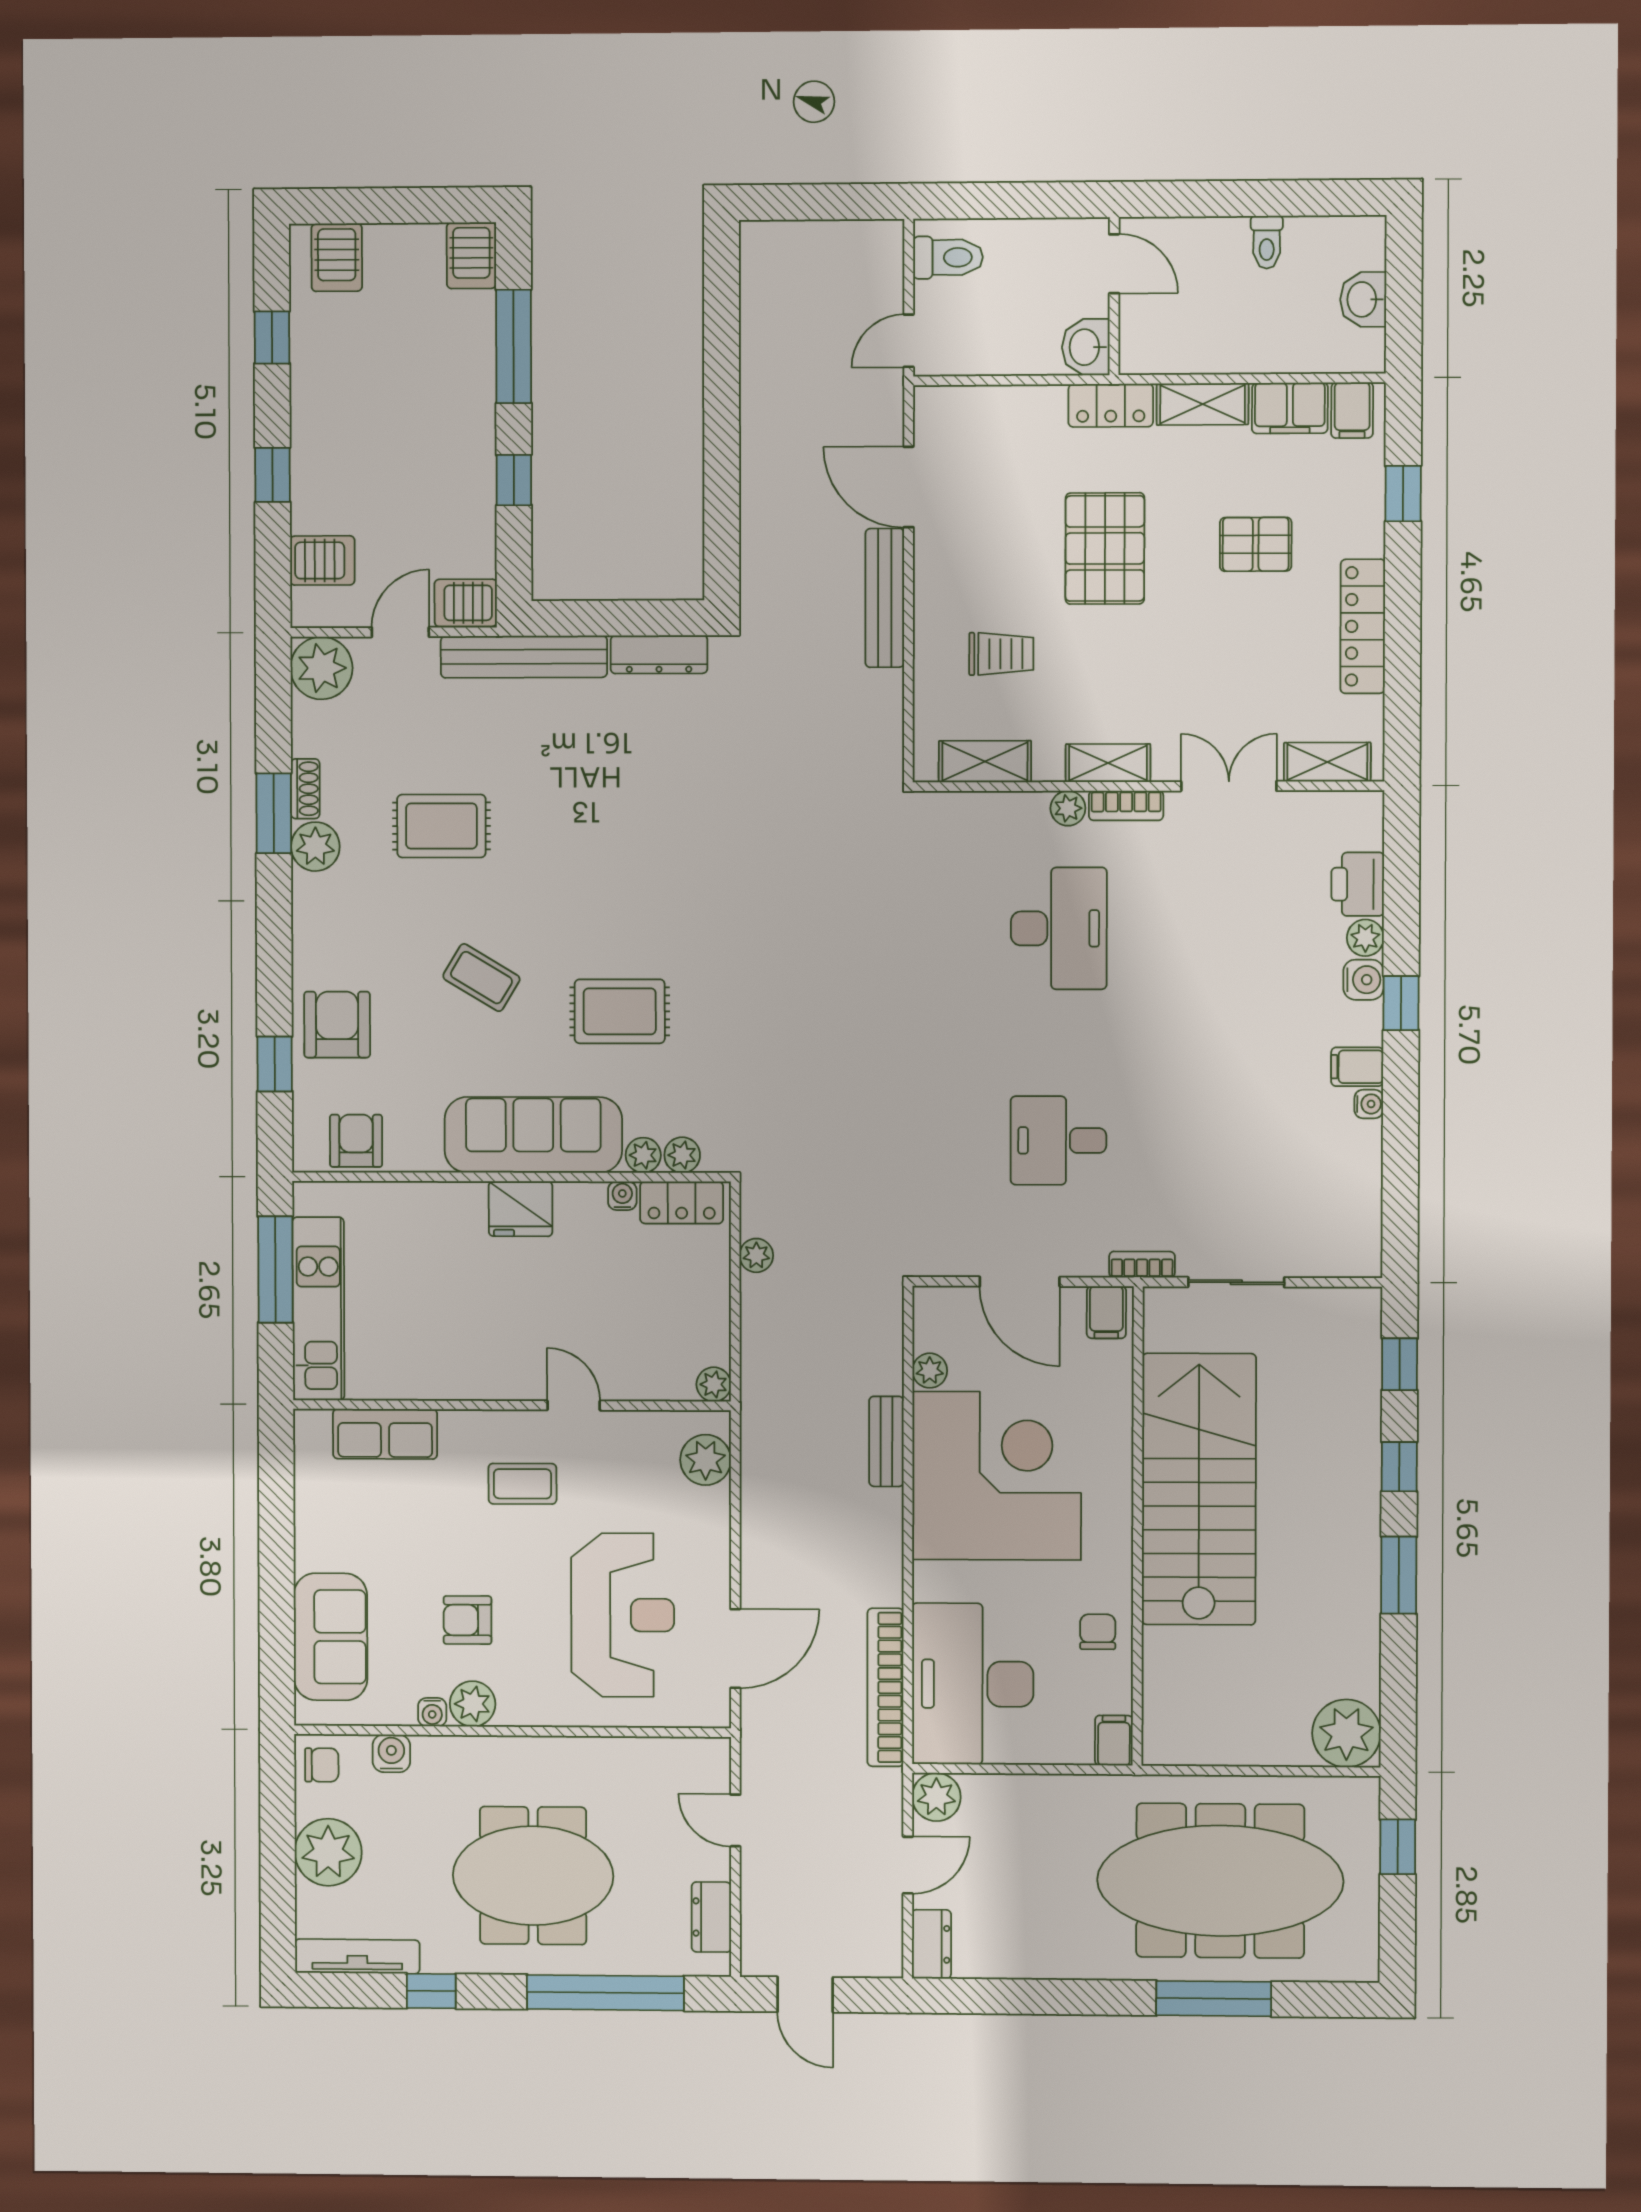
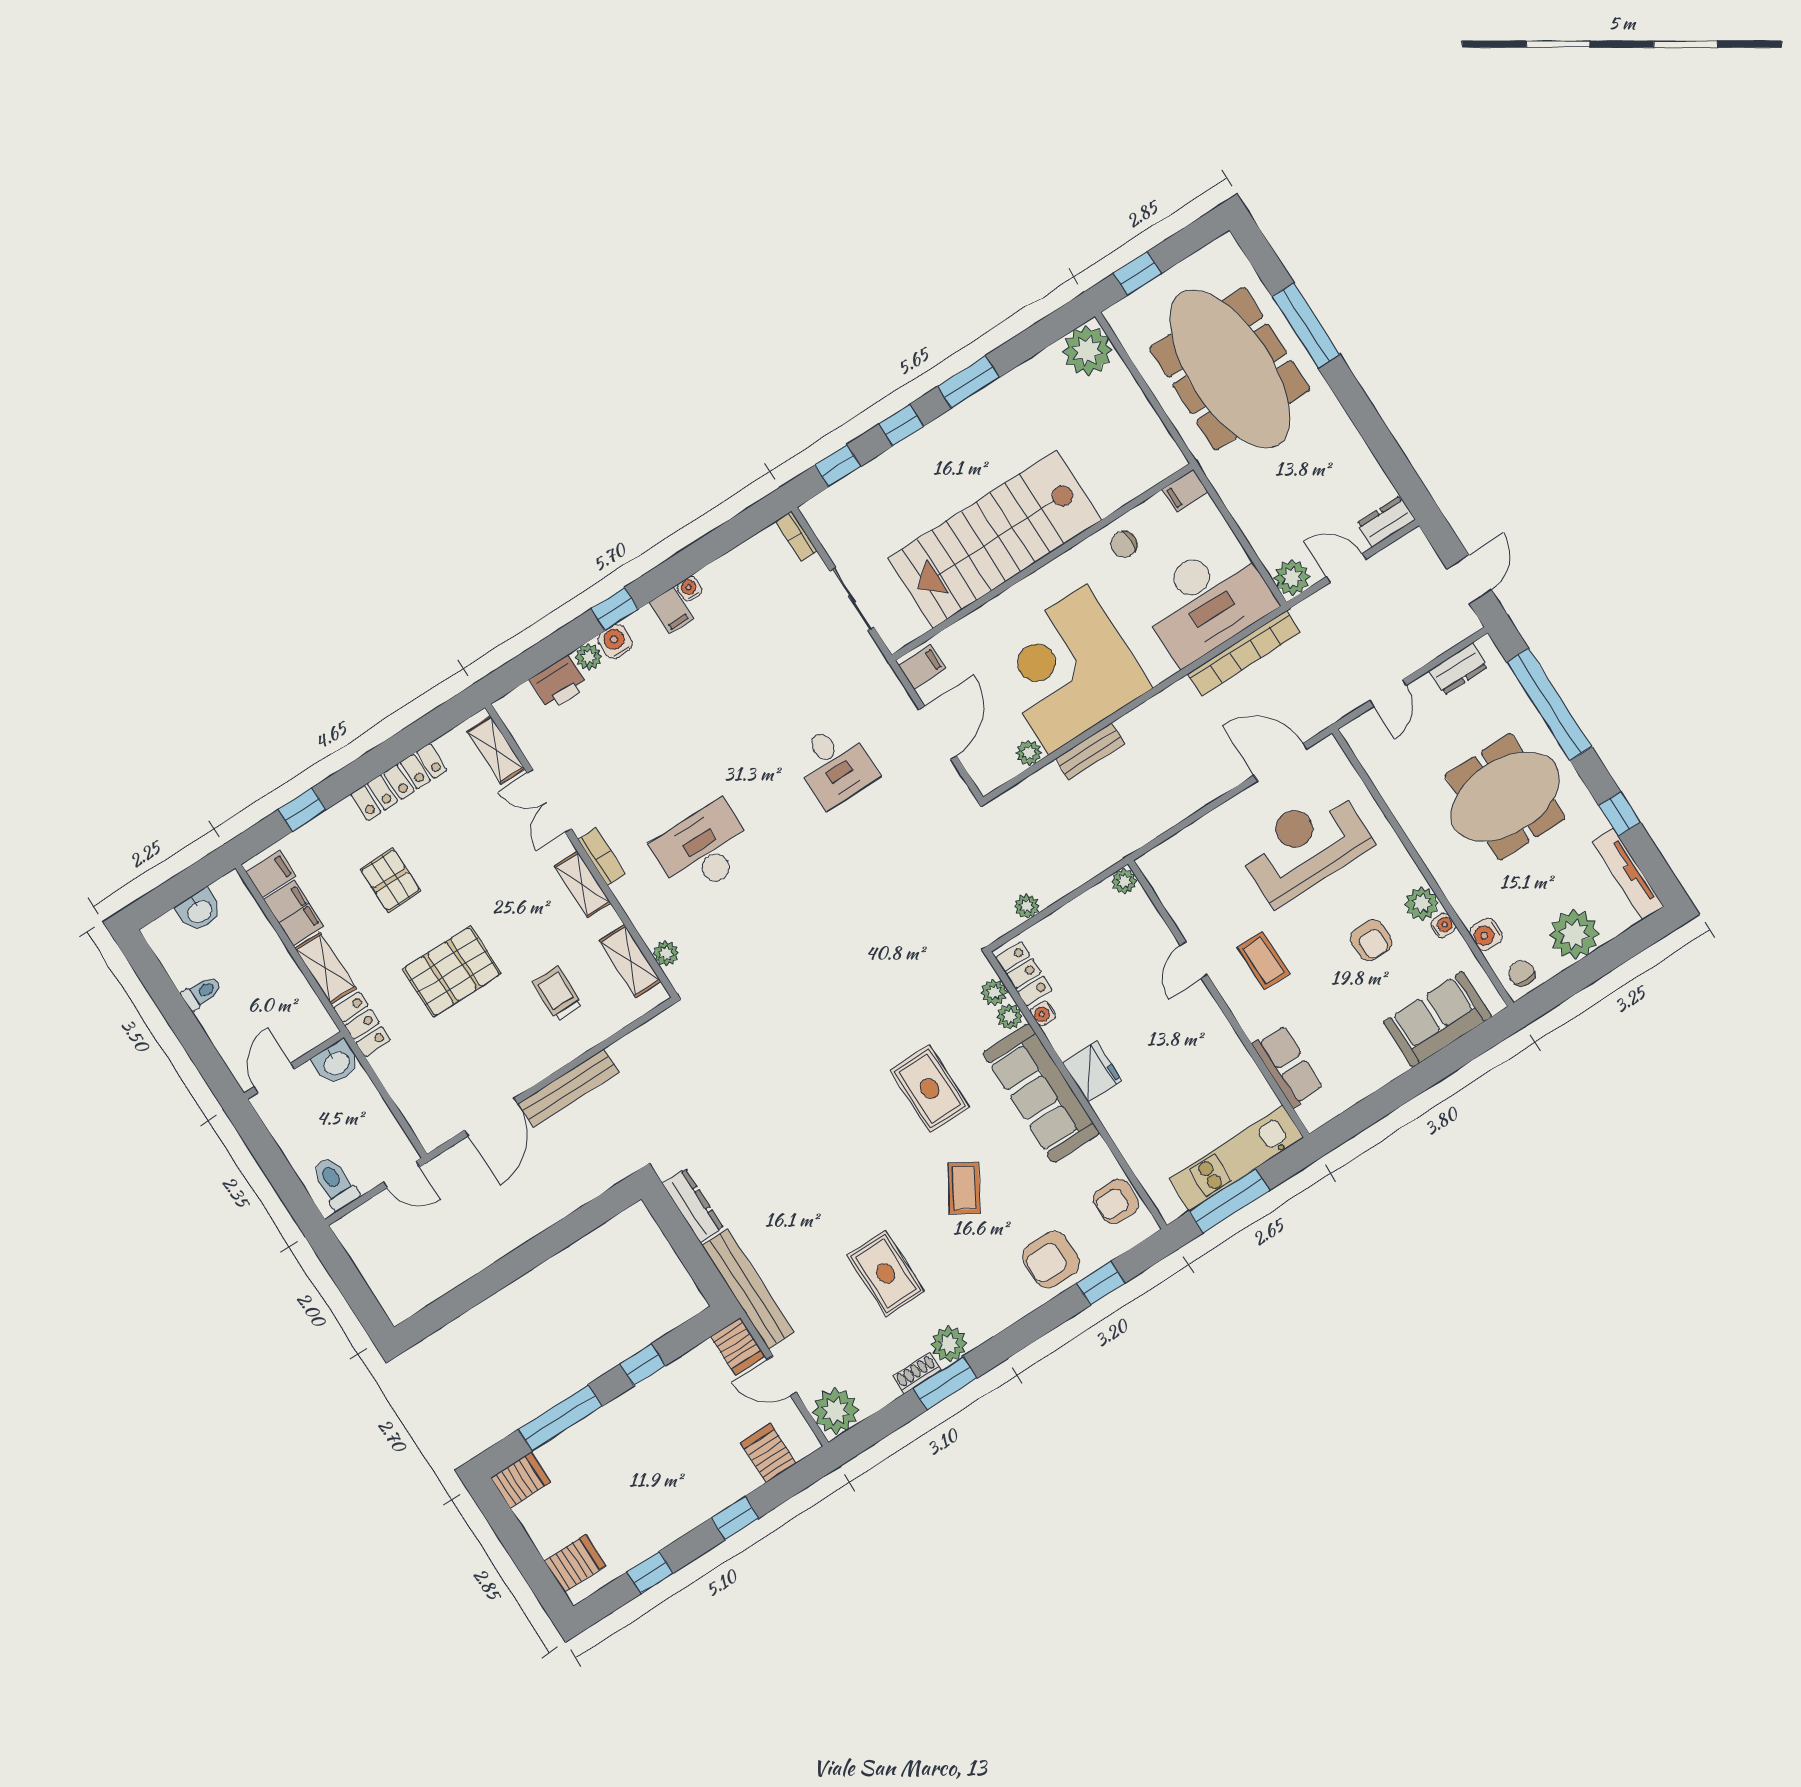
plant: (1068, 808) -> (666, 953), moved
bookcase: (1142, 1265) -> (796, 536), moved
plant: (706, 1460) -> (1175, 856), removed
meeting table: (533, 1876) -> (1505, 797), turned 90

